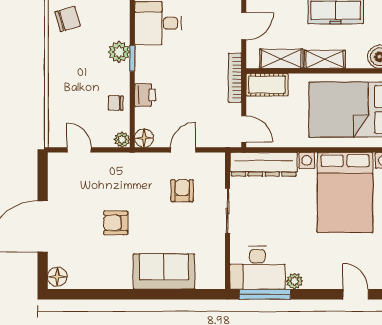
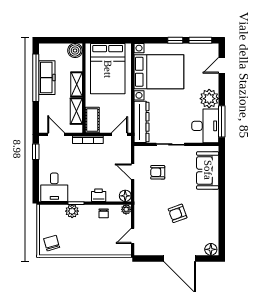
armchair: (116, 223) -> (178, 213), turned 70
sofa: (164, 272) -> (208, 170), moved
plant: (295, 281) -> (209, 99), width x1.87, depth x1.87

